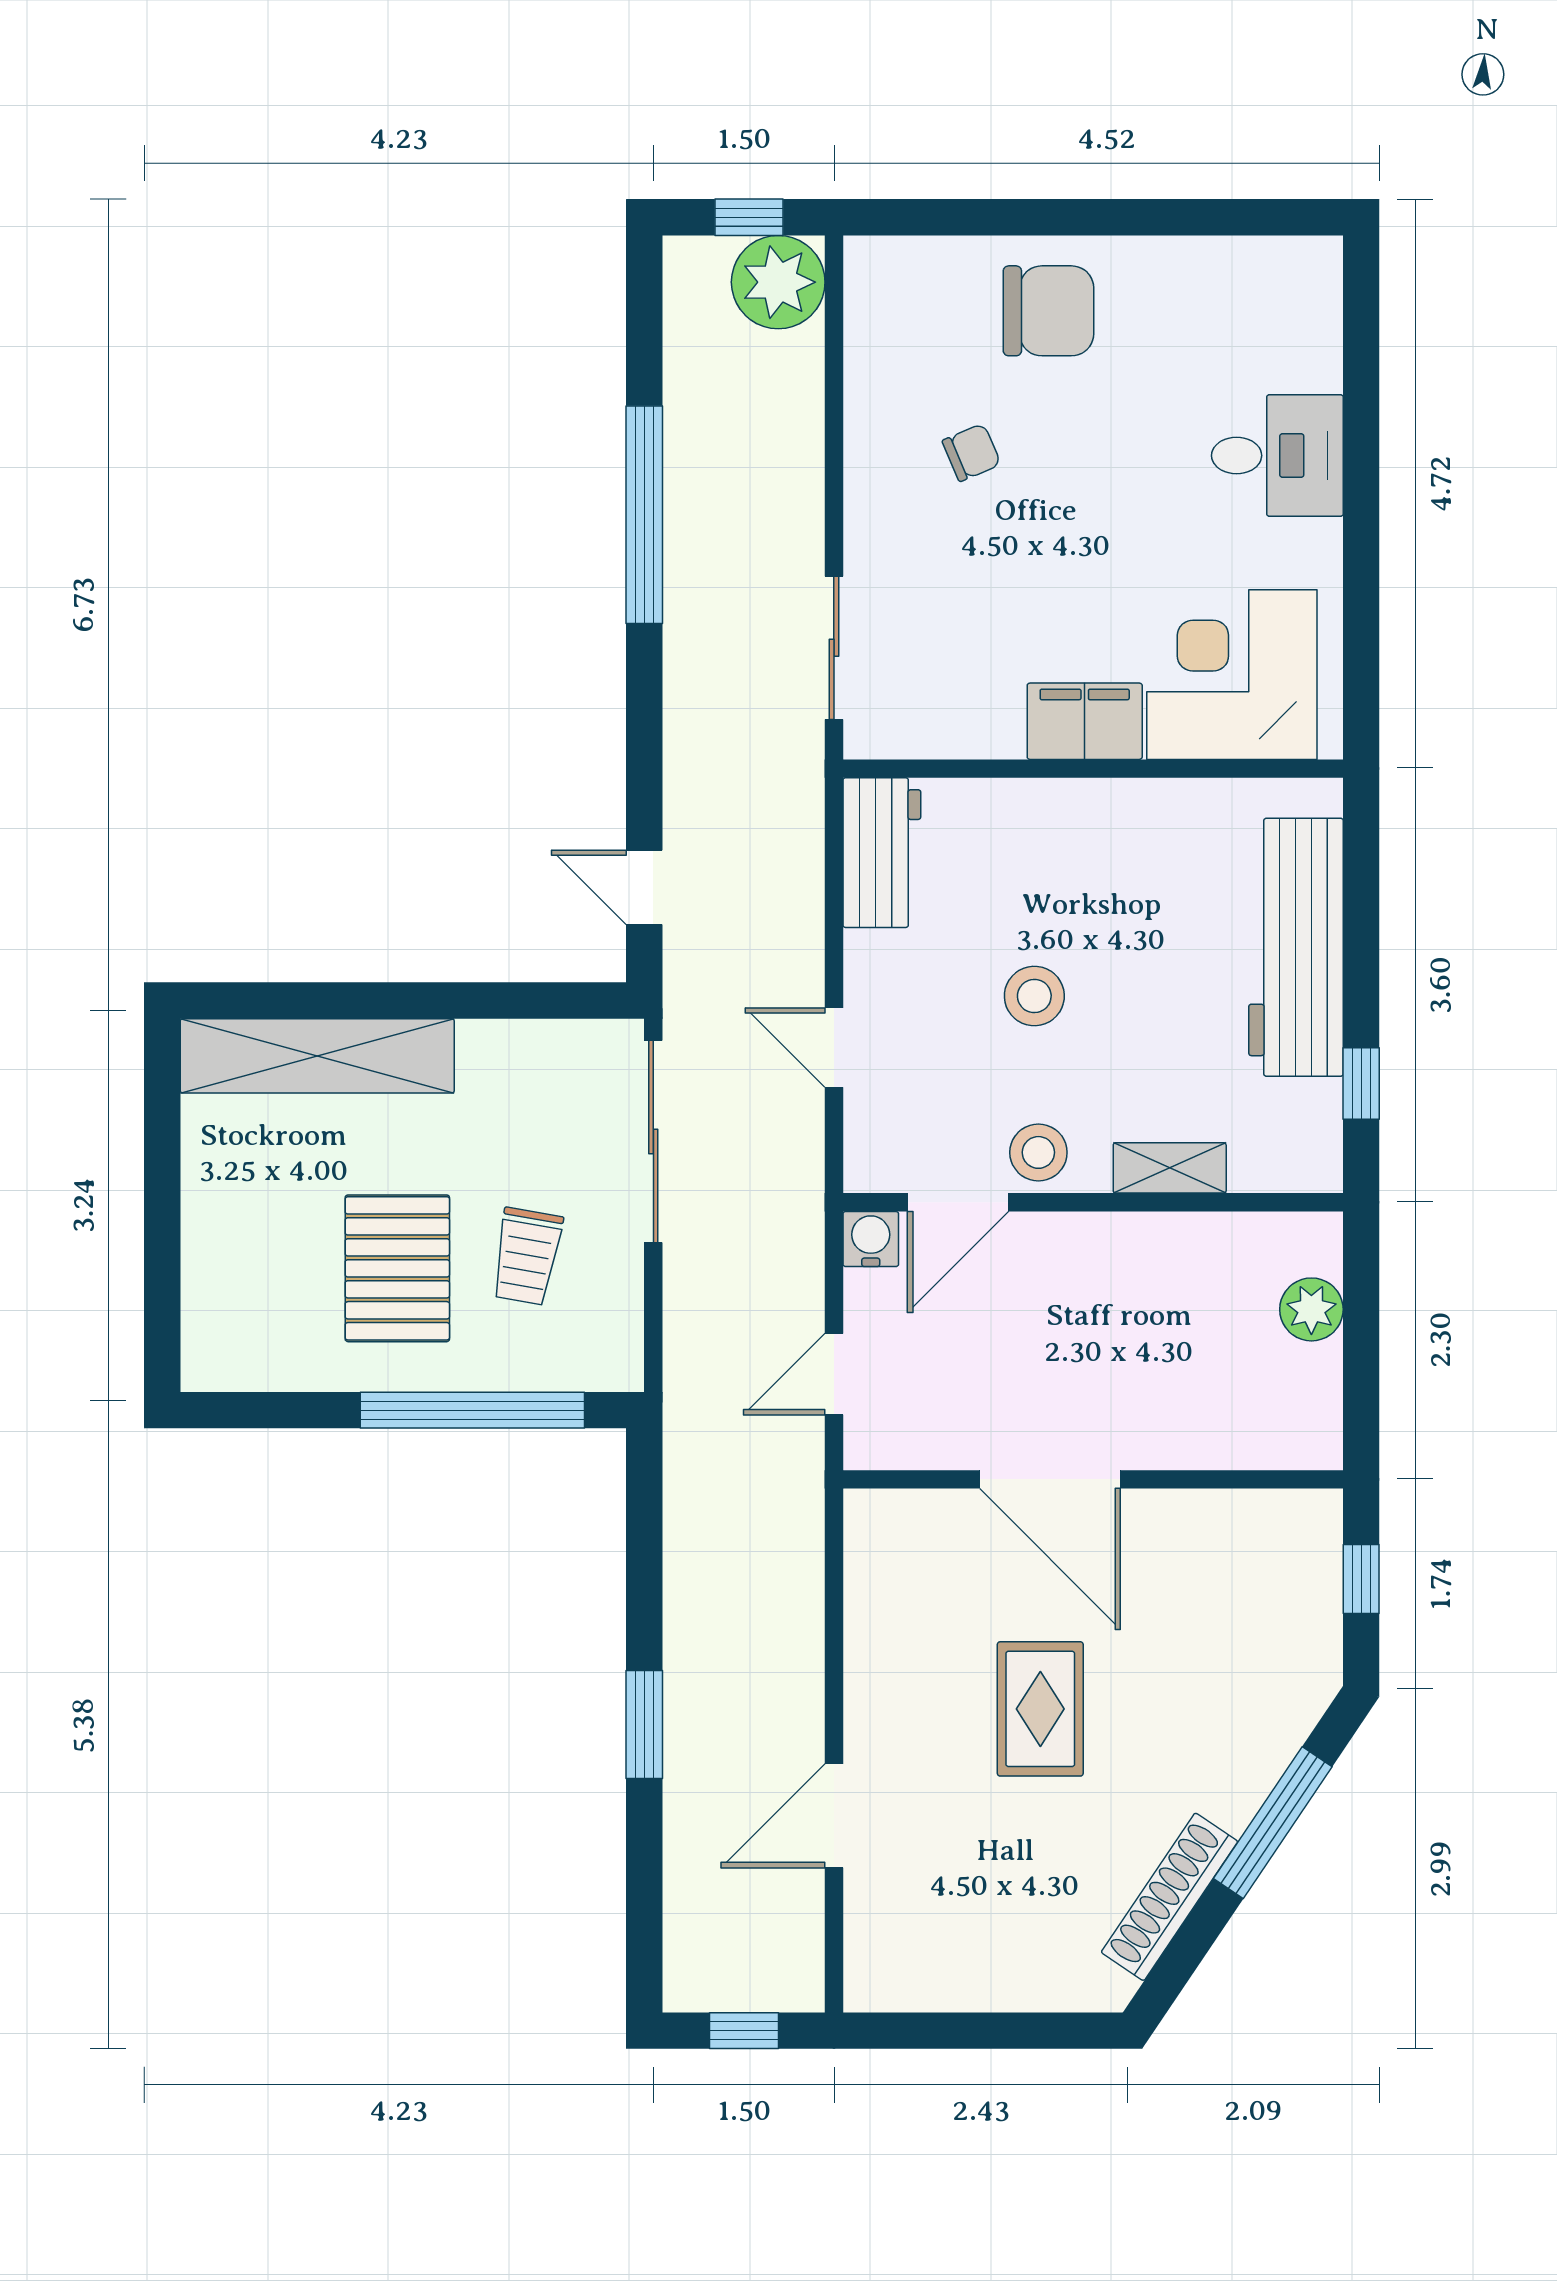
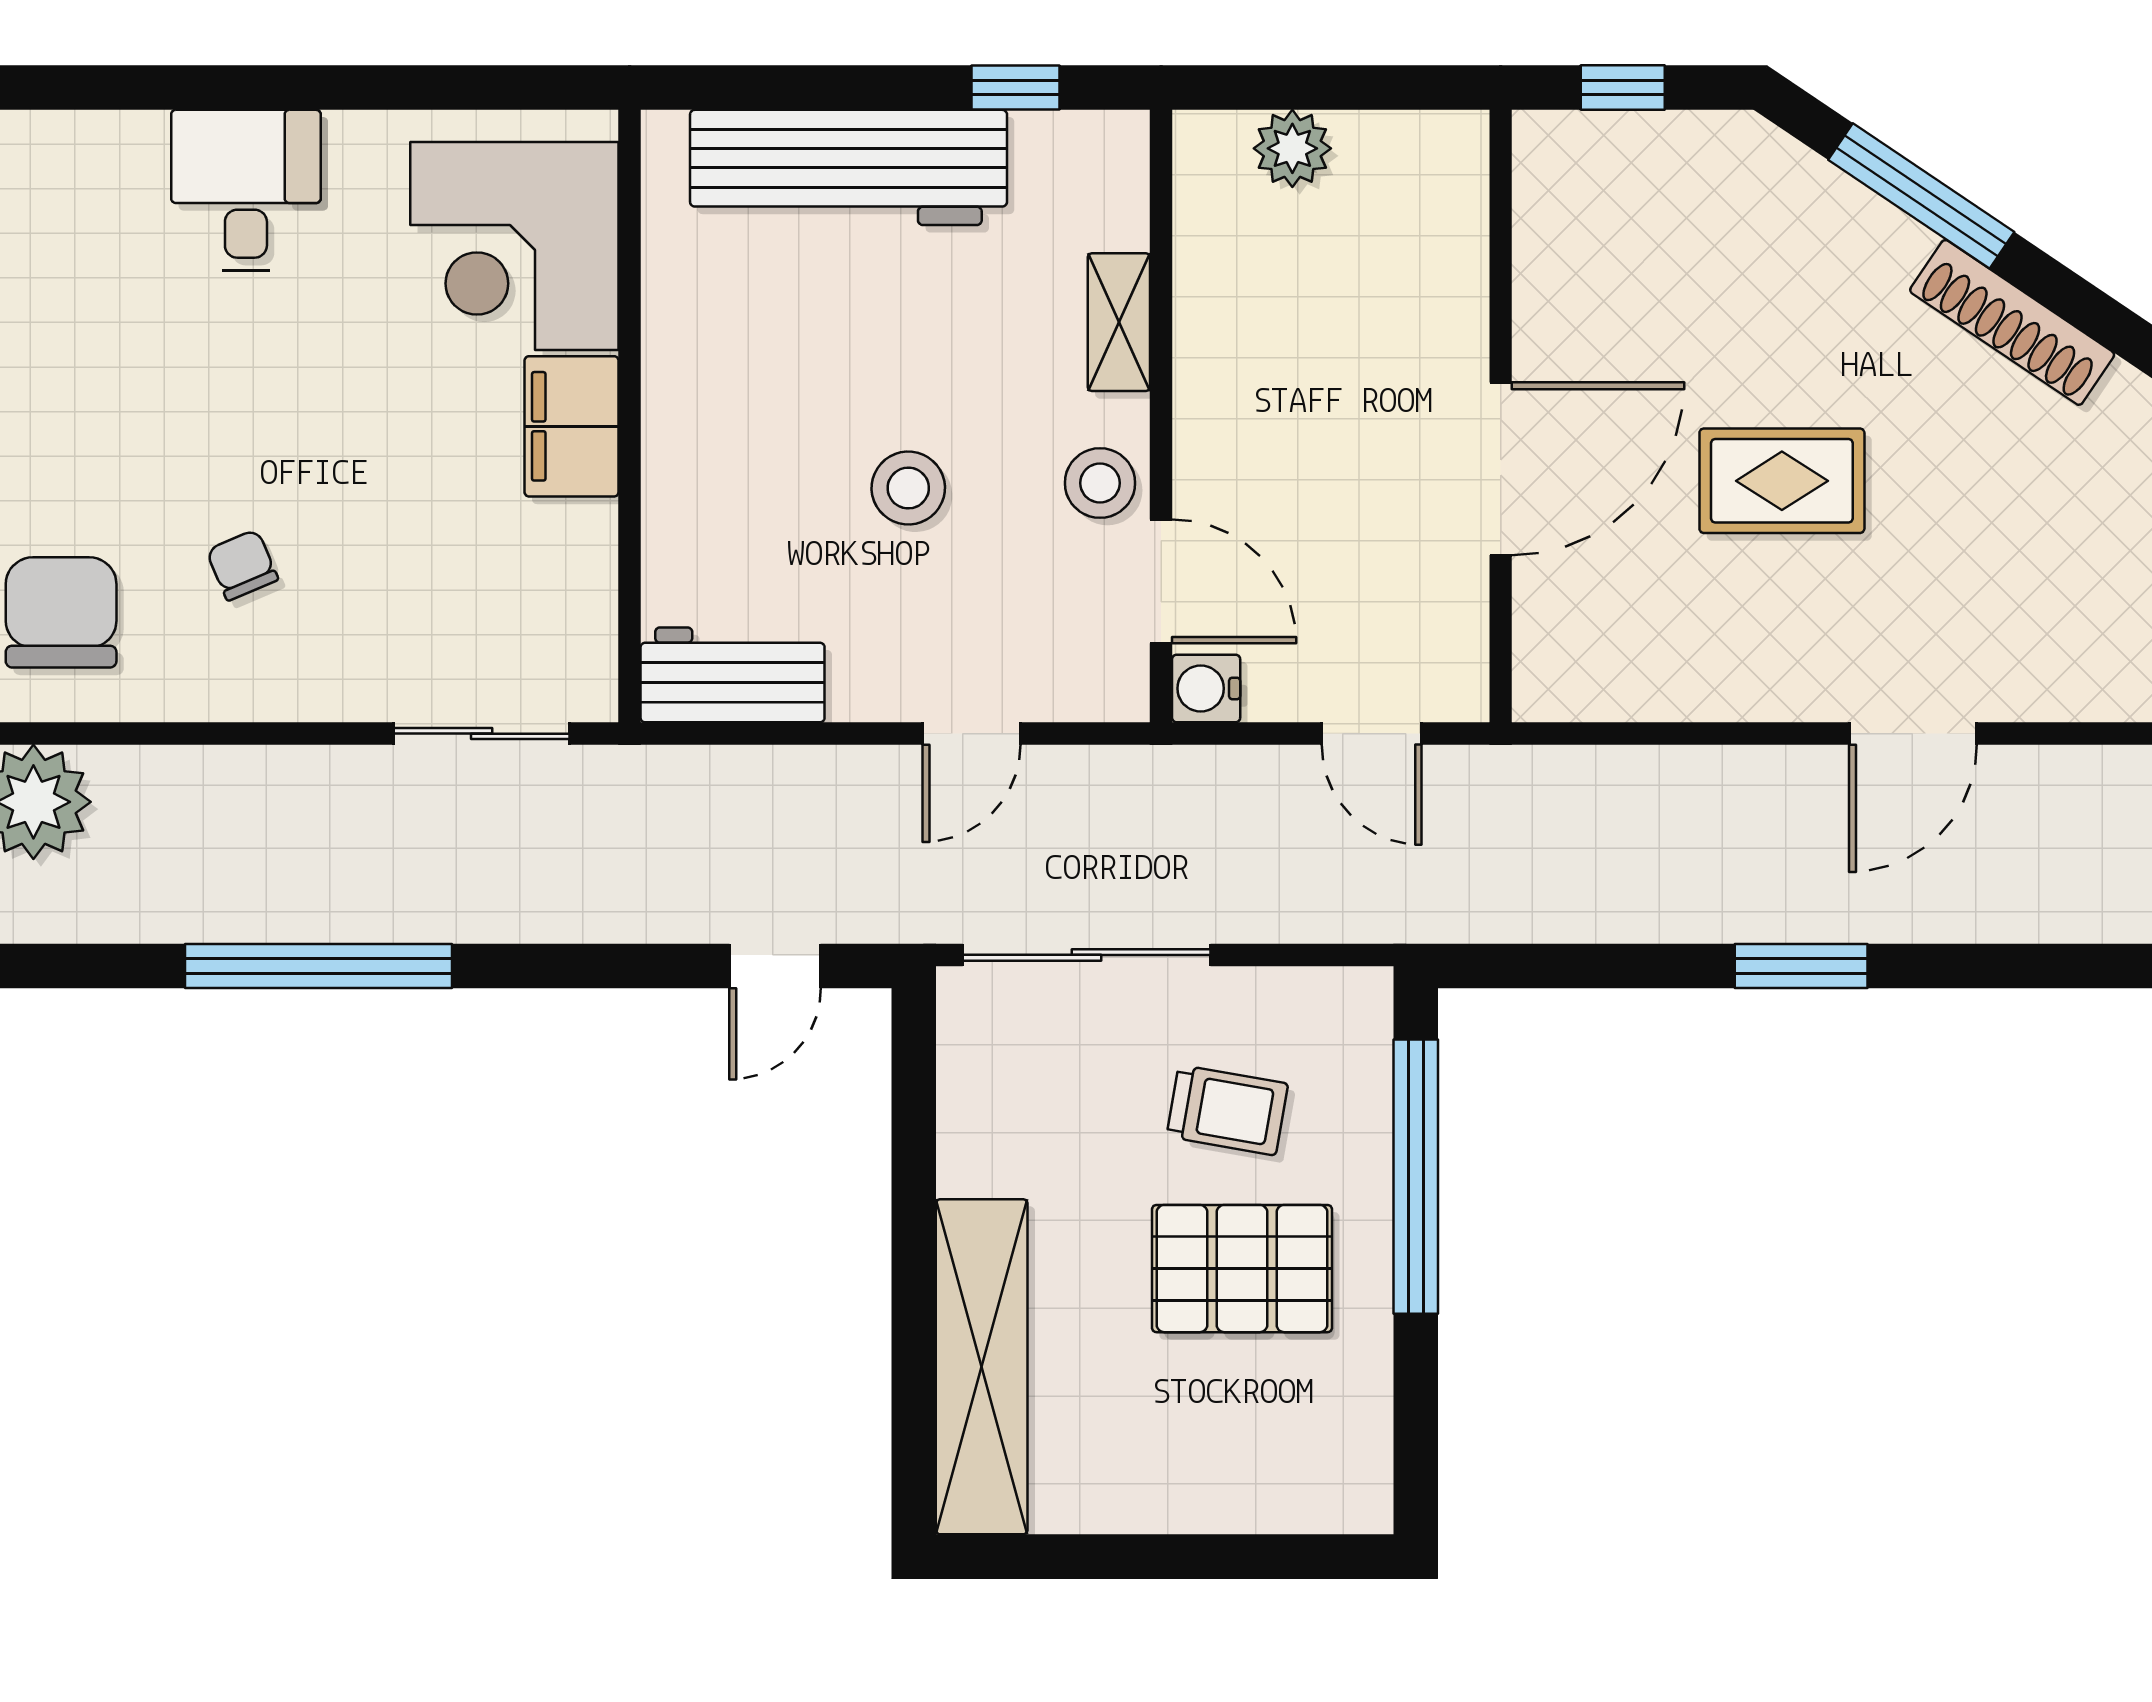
chair: (1048, 311) -> (61, 612), moved
door: (834, 1816) -> (1913, 734), hinge flipped

